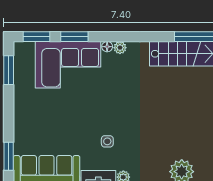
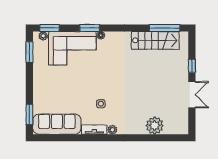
window: (74, 37) -> (90, 28), moved
plant: (120, 48) -> (43, 36), moved

